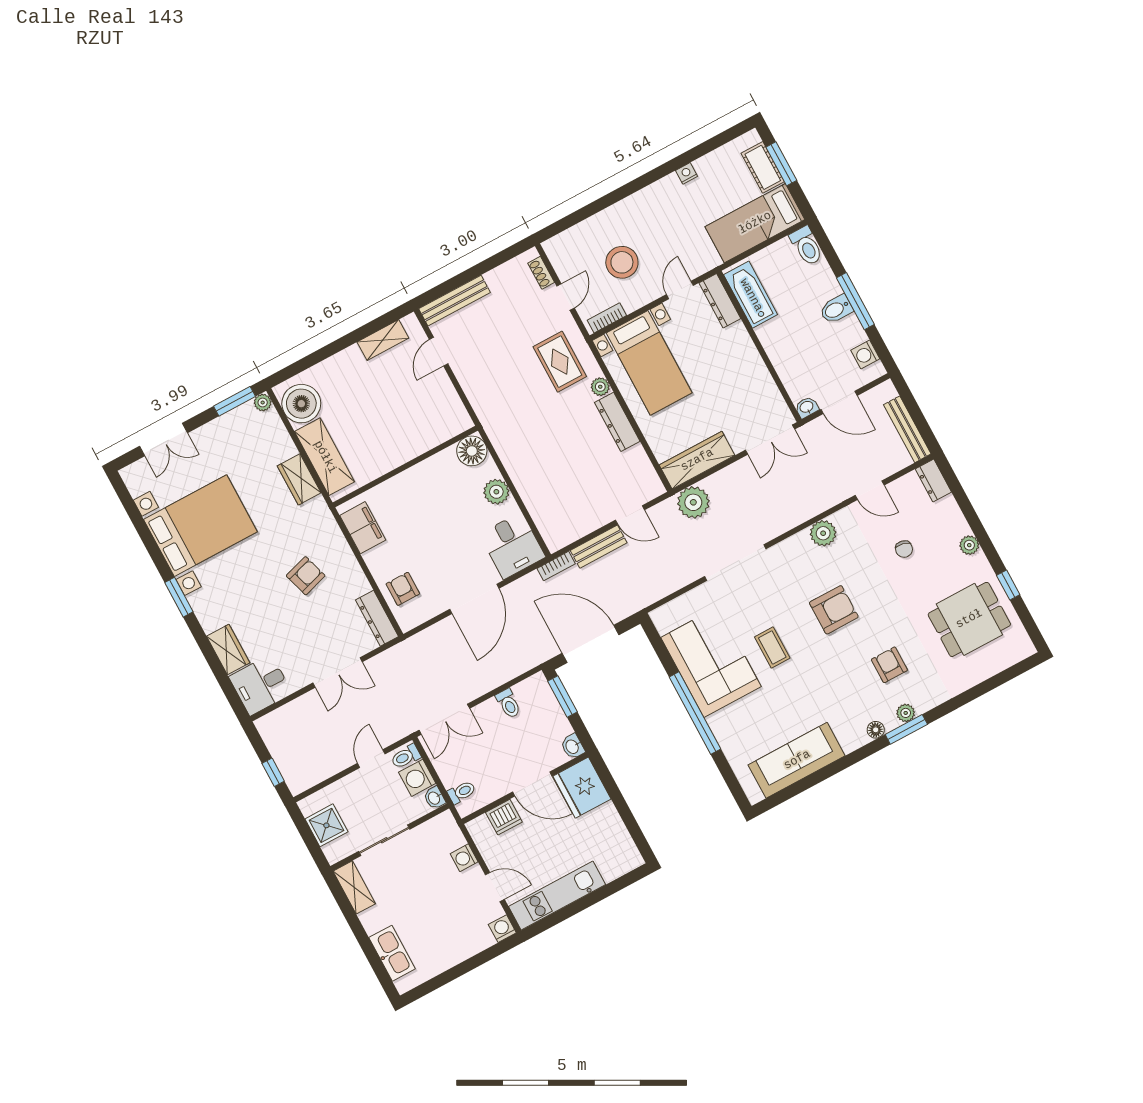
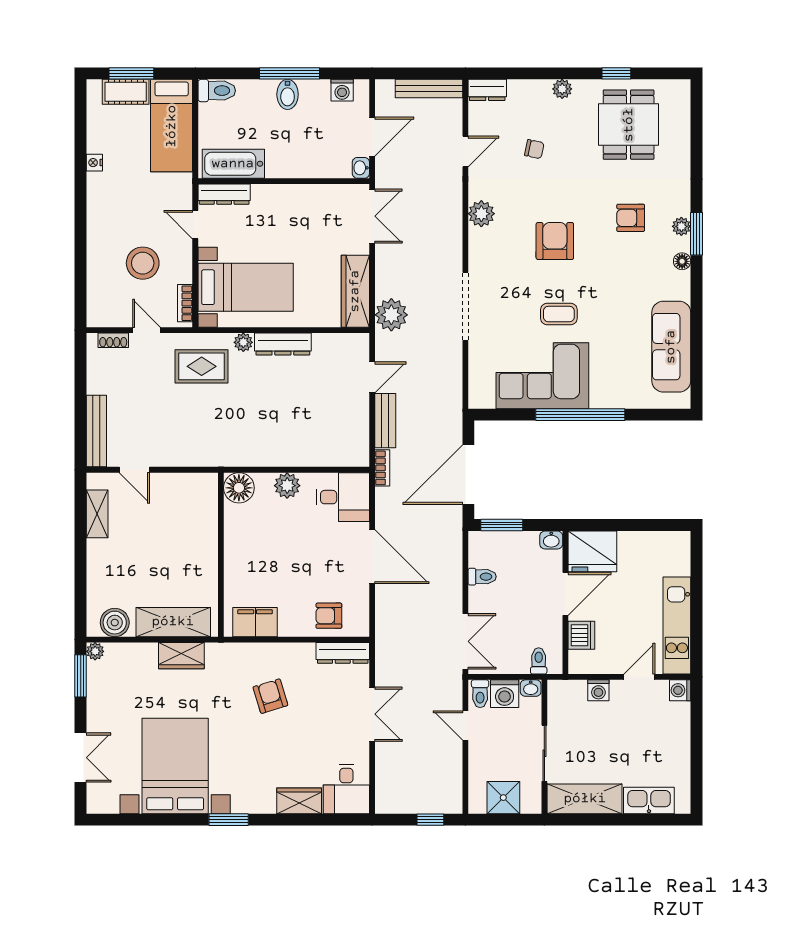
boiler: (301, 404) -> (115, 623), width x0.73, depth x0.73
shelving: (354, 887) -> (585, 799), width x1.50, depth x1.33

